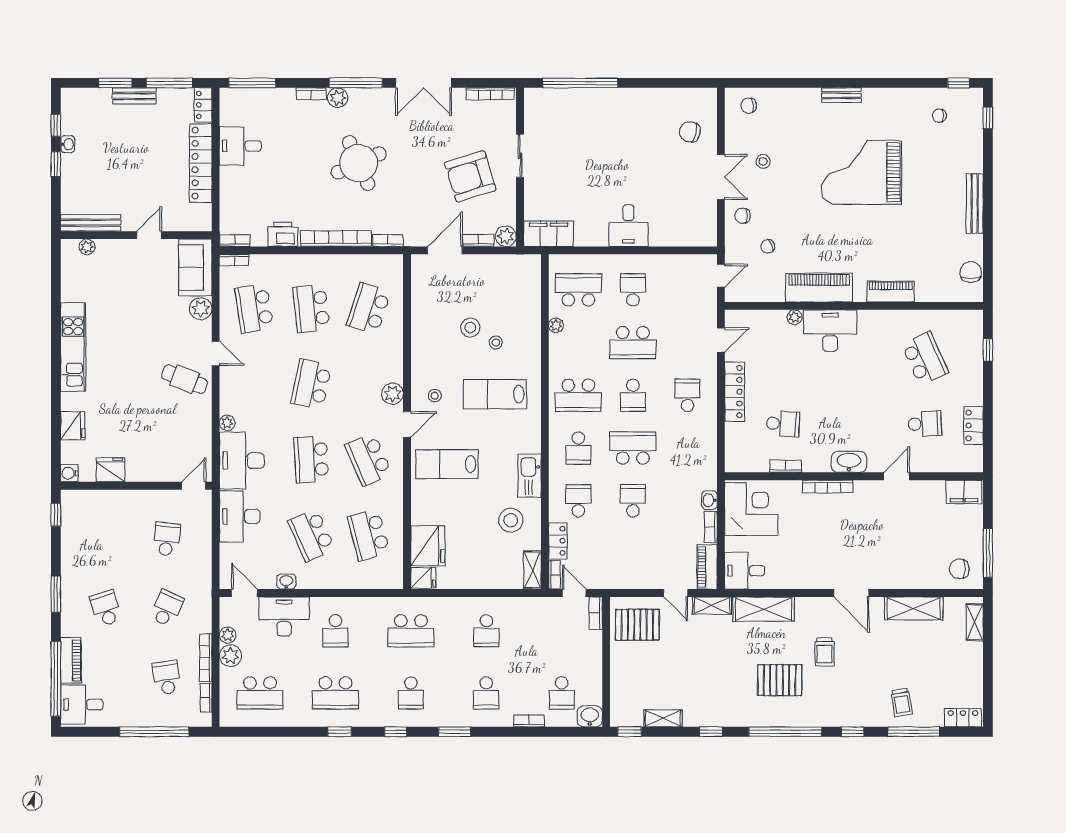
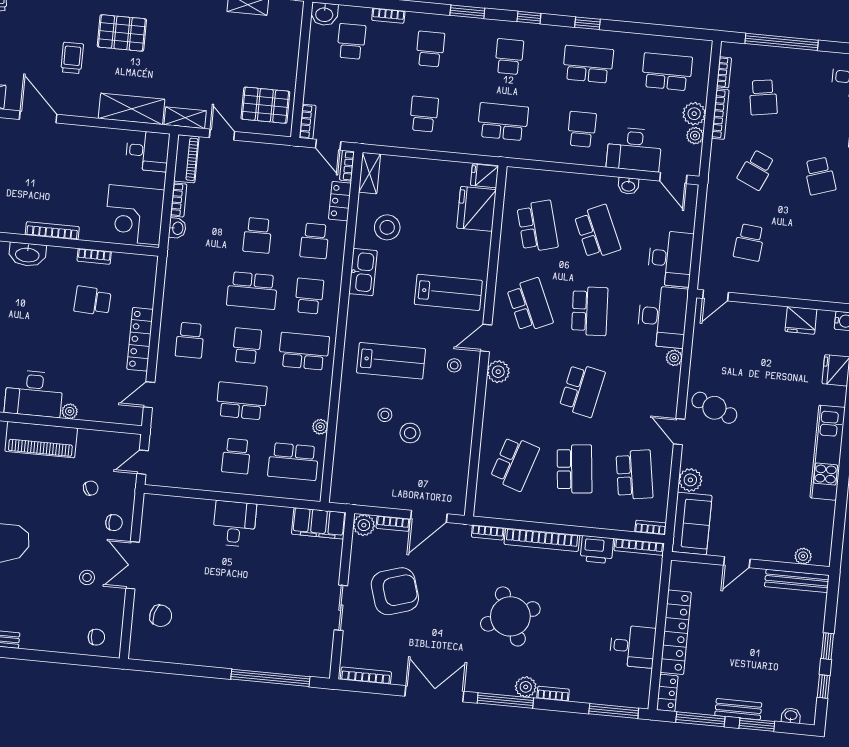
washbasin: (68, 144) -> (791, 716), moved, turned 90
bookcase: (235, 241) -> (639, 547), width x1.56

